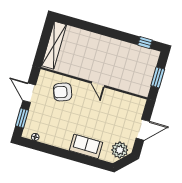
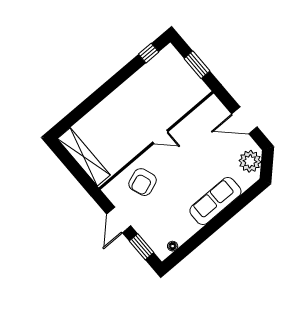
door: (29, 93) -> (119, 220), hinge flipped
door: (143, 130) -> (244, 120), swing flipped
sofa: (86, 146) -> (215, 201), width x1.36

